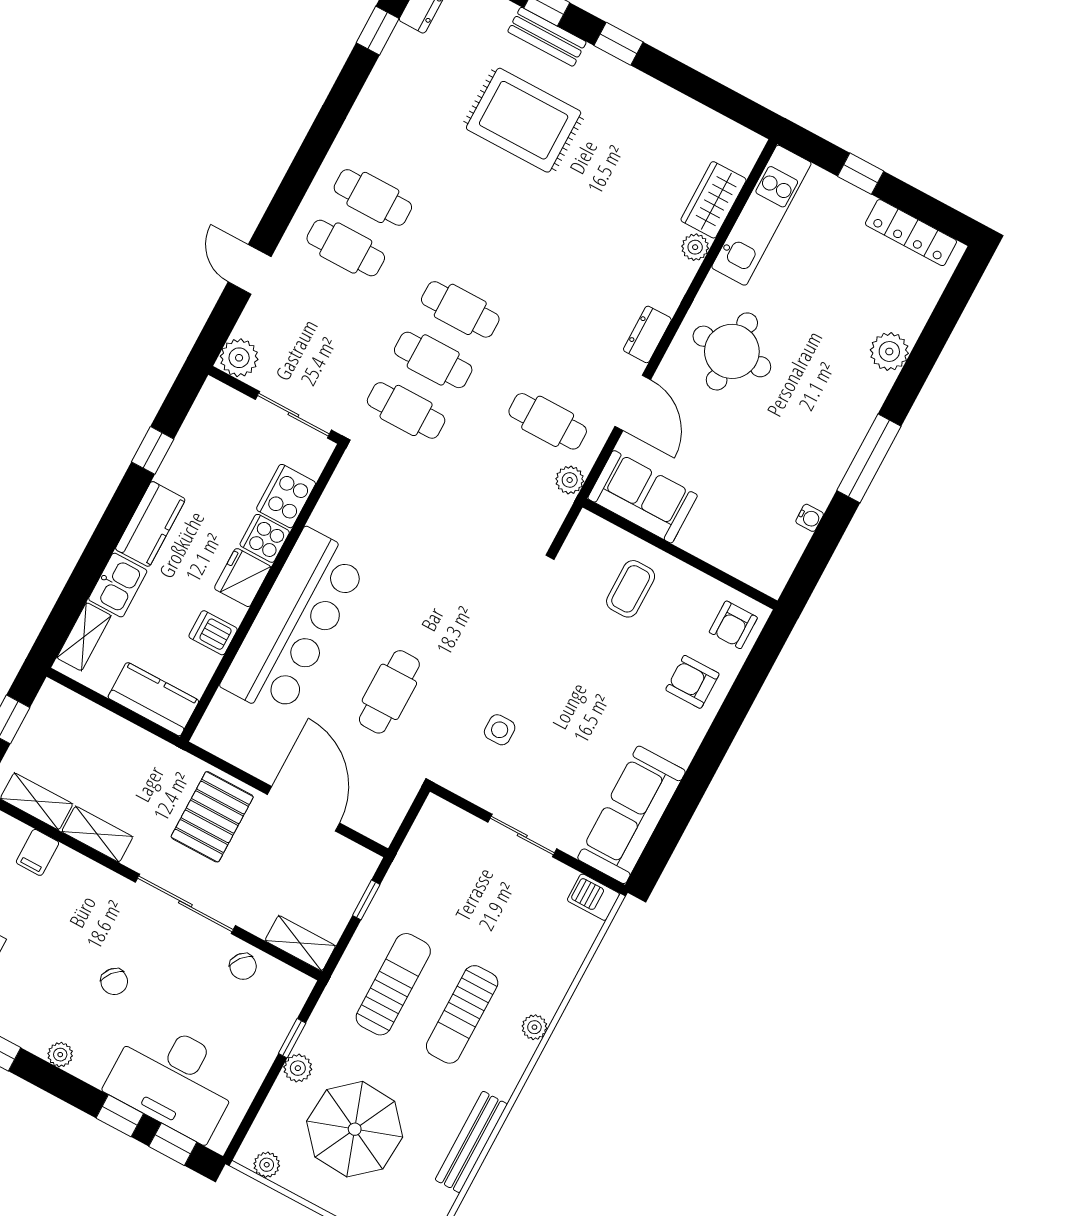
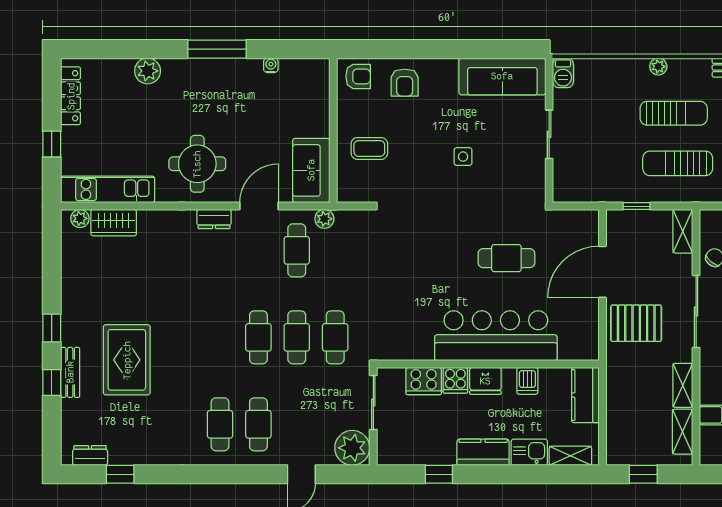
plant: (695, 247) -> (80, 218), moved
plant: (239, 358) -> (352, 448), width x1.36, depth x1.36
side table: (500, 730) -> (463, 157), moved

